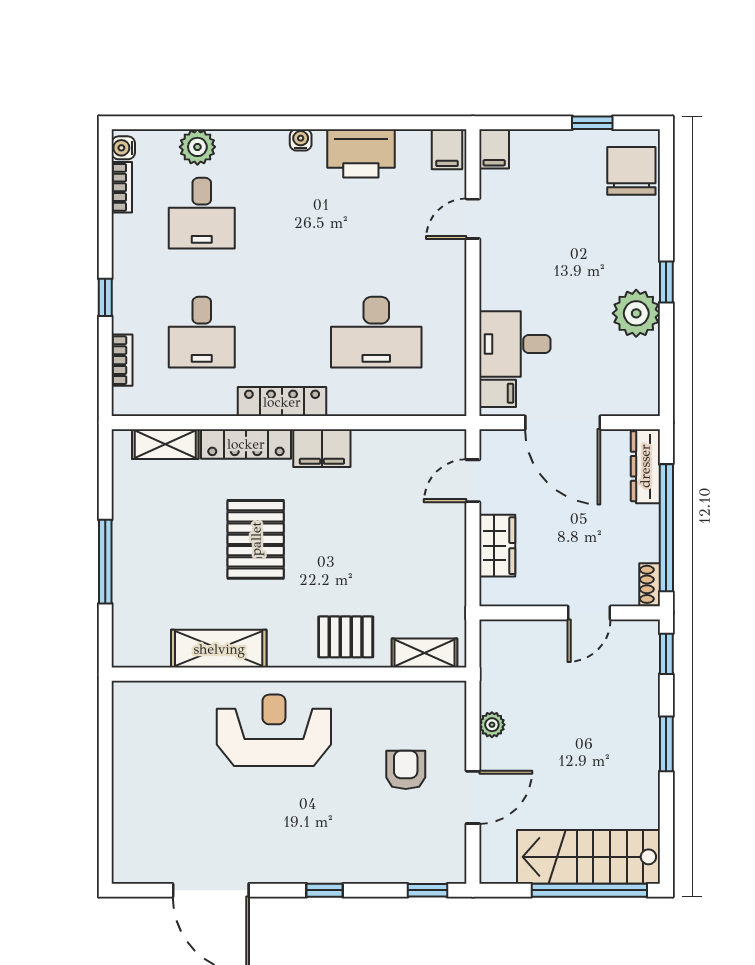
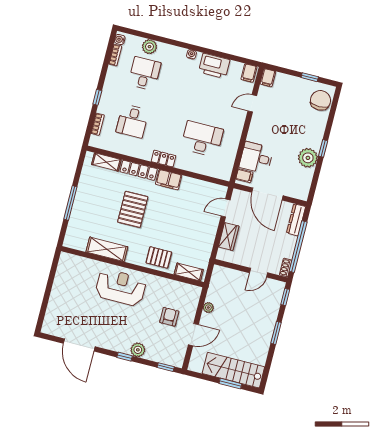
desk: (202, 213) -> (144, 74), turned 180
desk: (376, 332) -> (202, 139), turned 180
locker: (282, 402) -> (163, 159), width x0.66
plant: (352, 866) -> (138, 350), added
window: (589, 890) -> (230, 384), width x0.47

